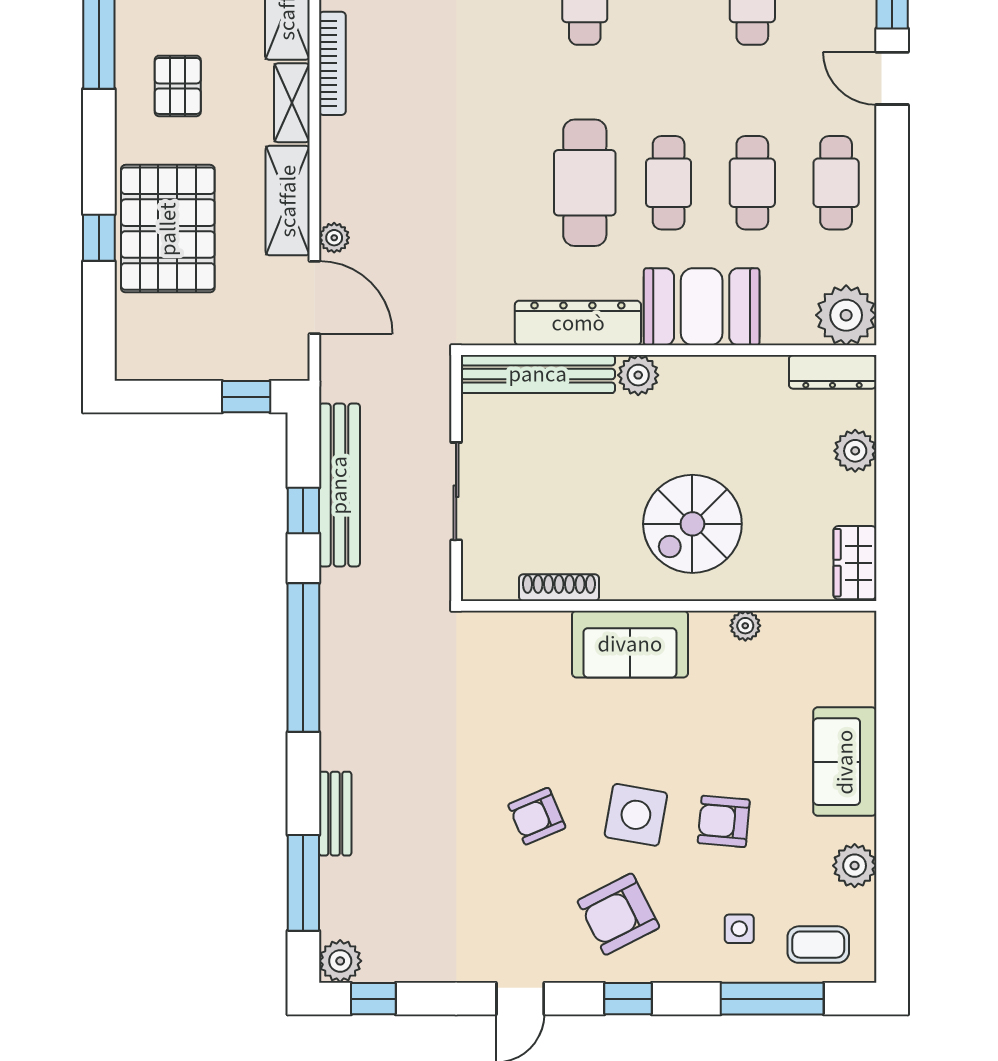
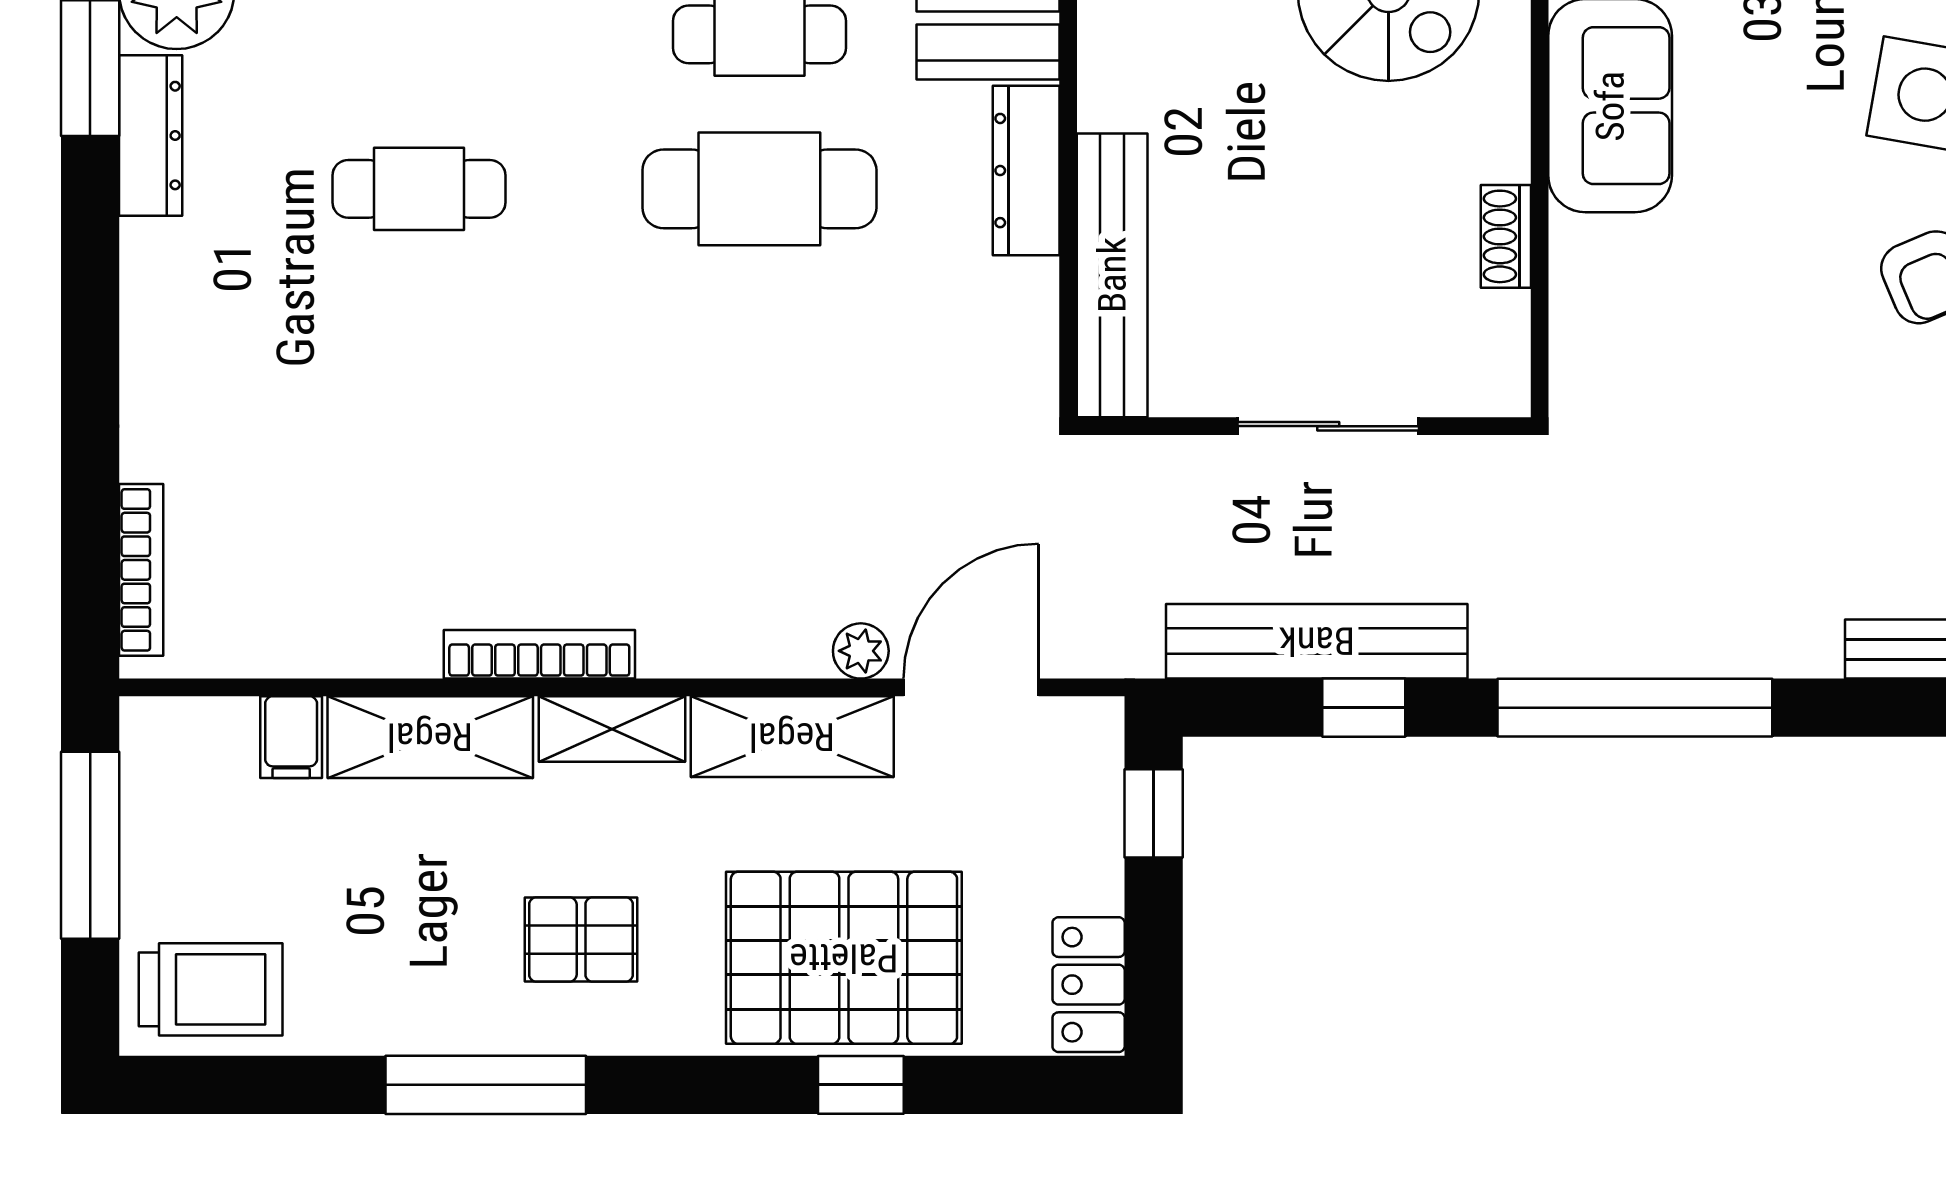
dresser: (578, 323) -> (1026, 171), width x0.73, depth x0.80
locker: (153, 361) -> (1089, 985), added
plant: (638, 375) -> (1114, 90), removed
shoe rack: (559, 588) -> (1506, 236), width x0.70

